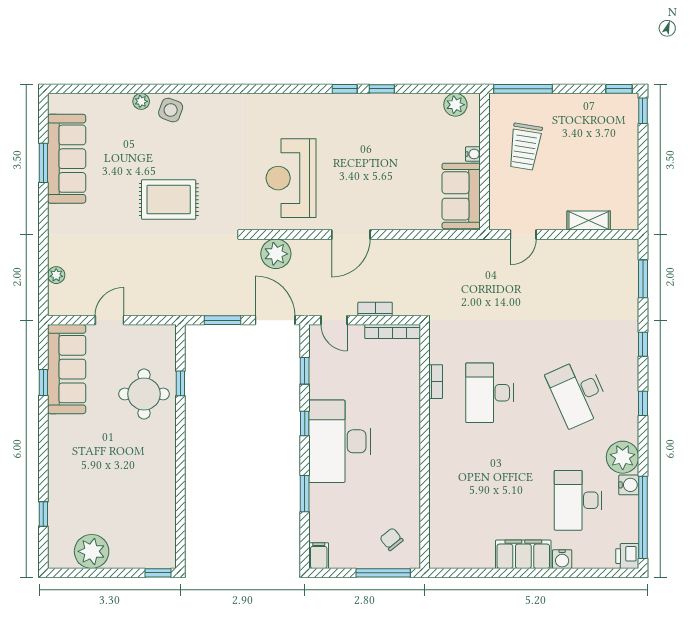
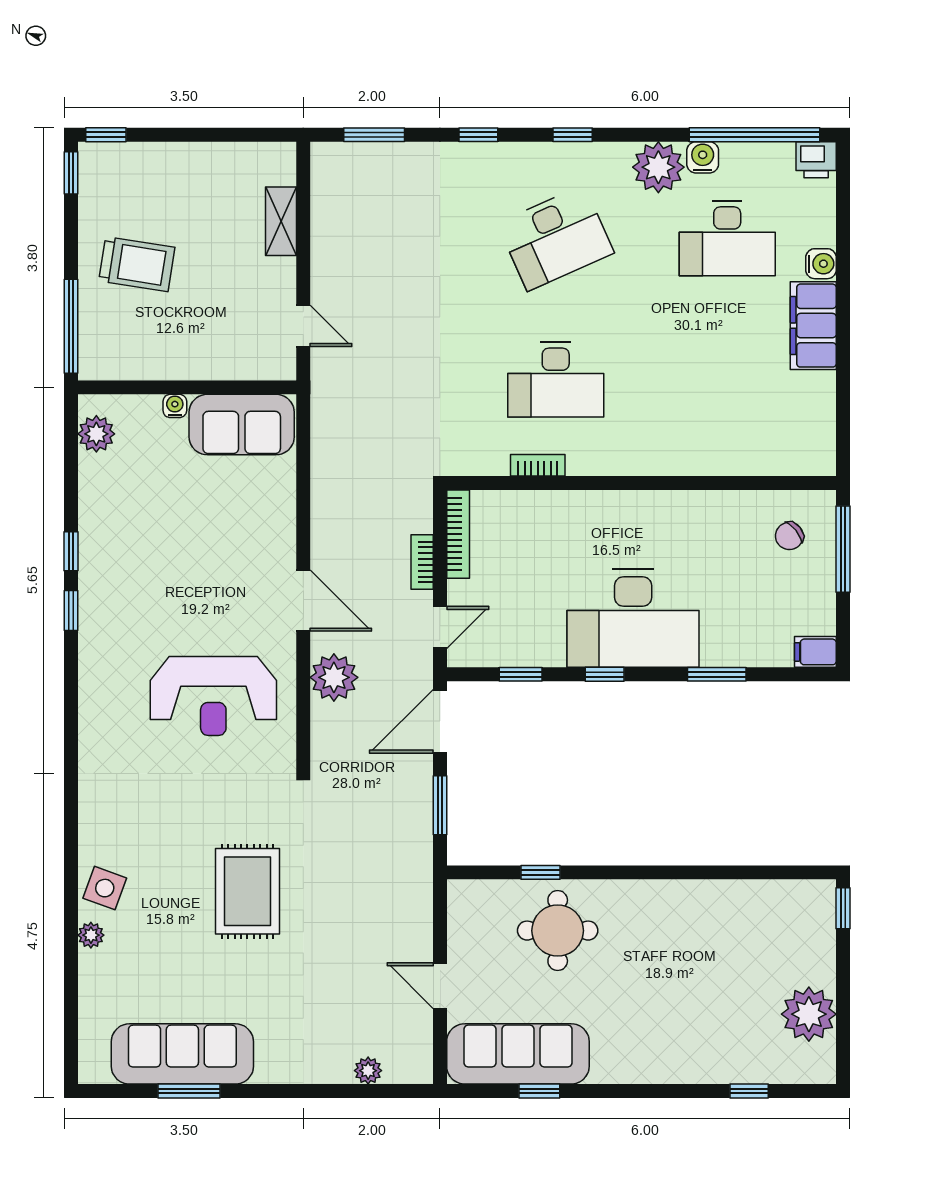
trolley: (525, 147) -> (137, 264), moved
plant: (276, 254) -> (334, 677), moved

